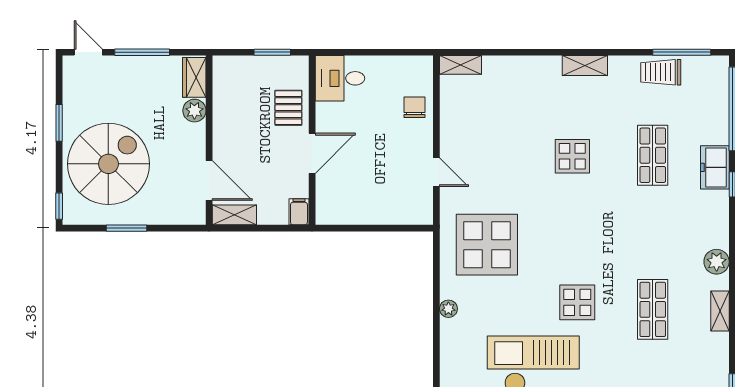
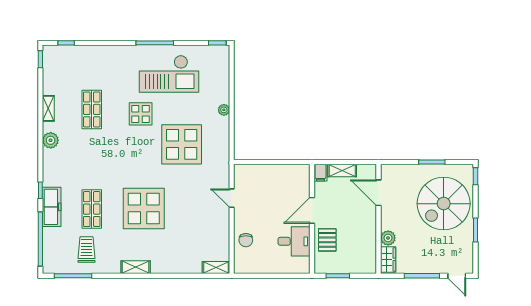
trolley: (661, 72) -> (87, 250), moved, turned -90
desk: (340, 78) -> (294, 241), moved
display table: (572, 156) -> (144, 208), width x1.86, depth x1.86
freezer: (715, 167) -> (52, 207), width x1.40
shelving: (234, 215) -> (342, 171), moved
display table: (487, 245) -> (182, 144), moved

